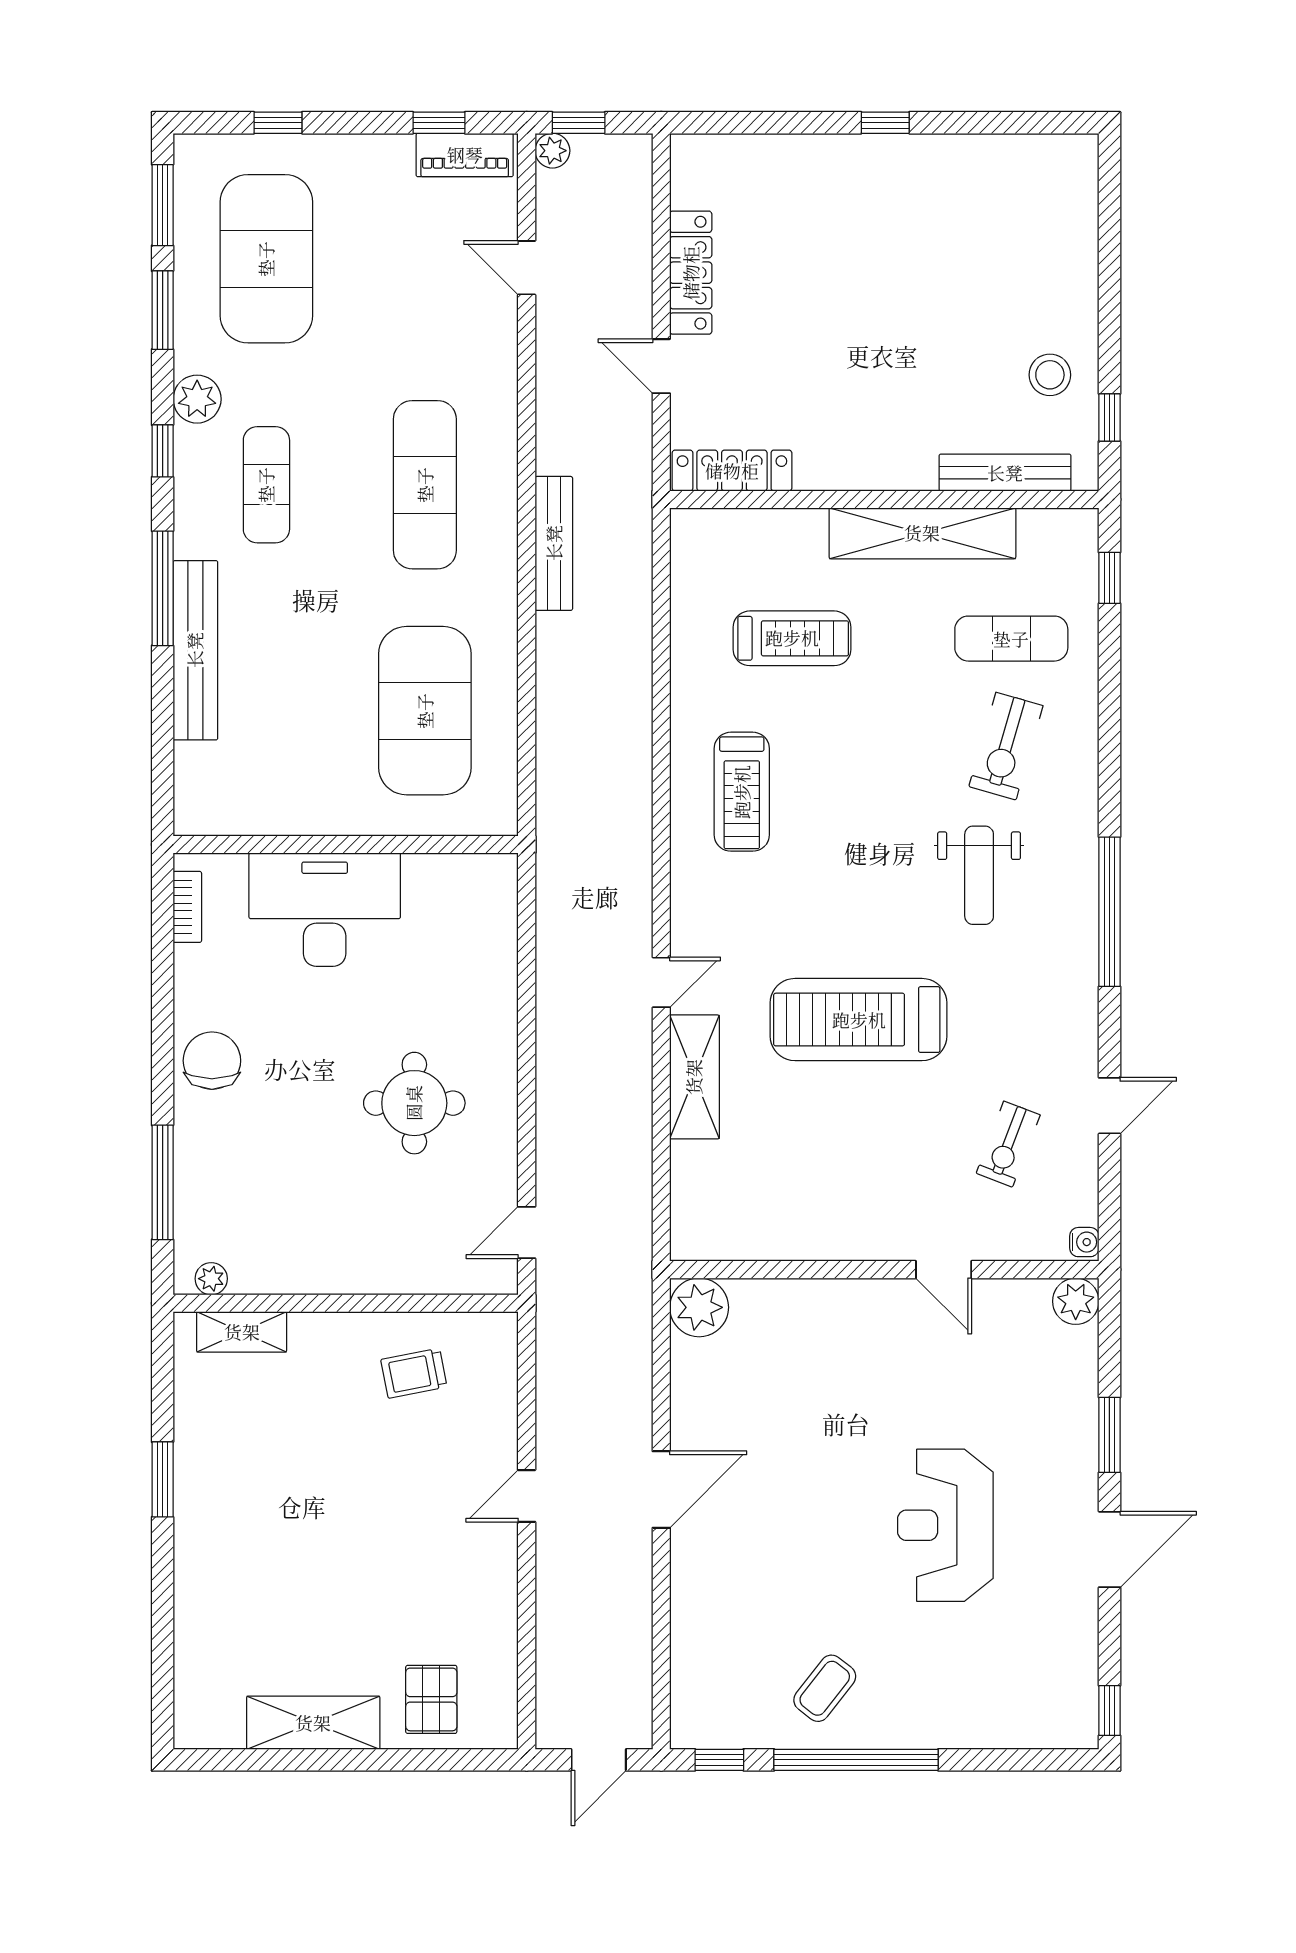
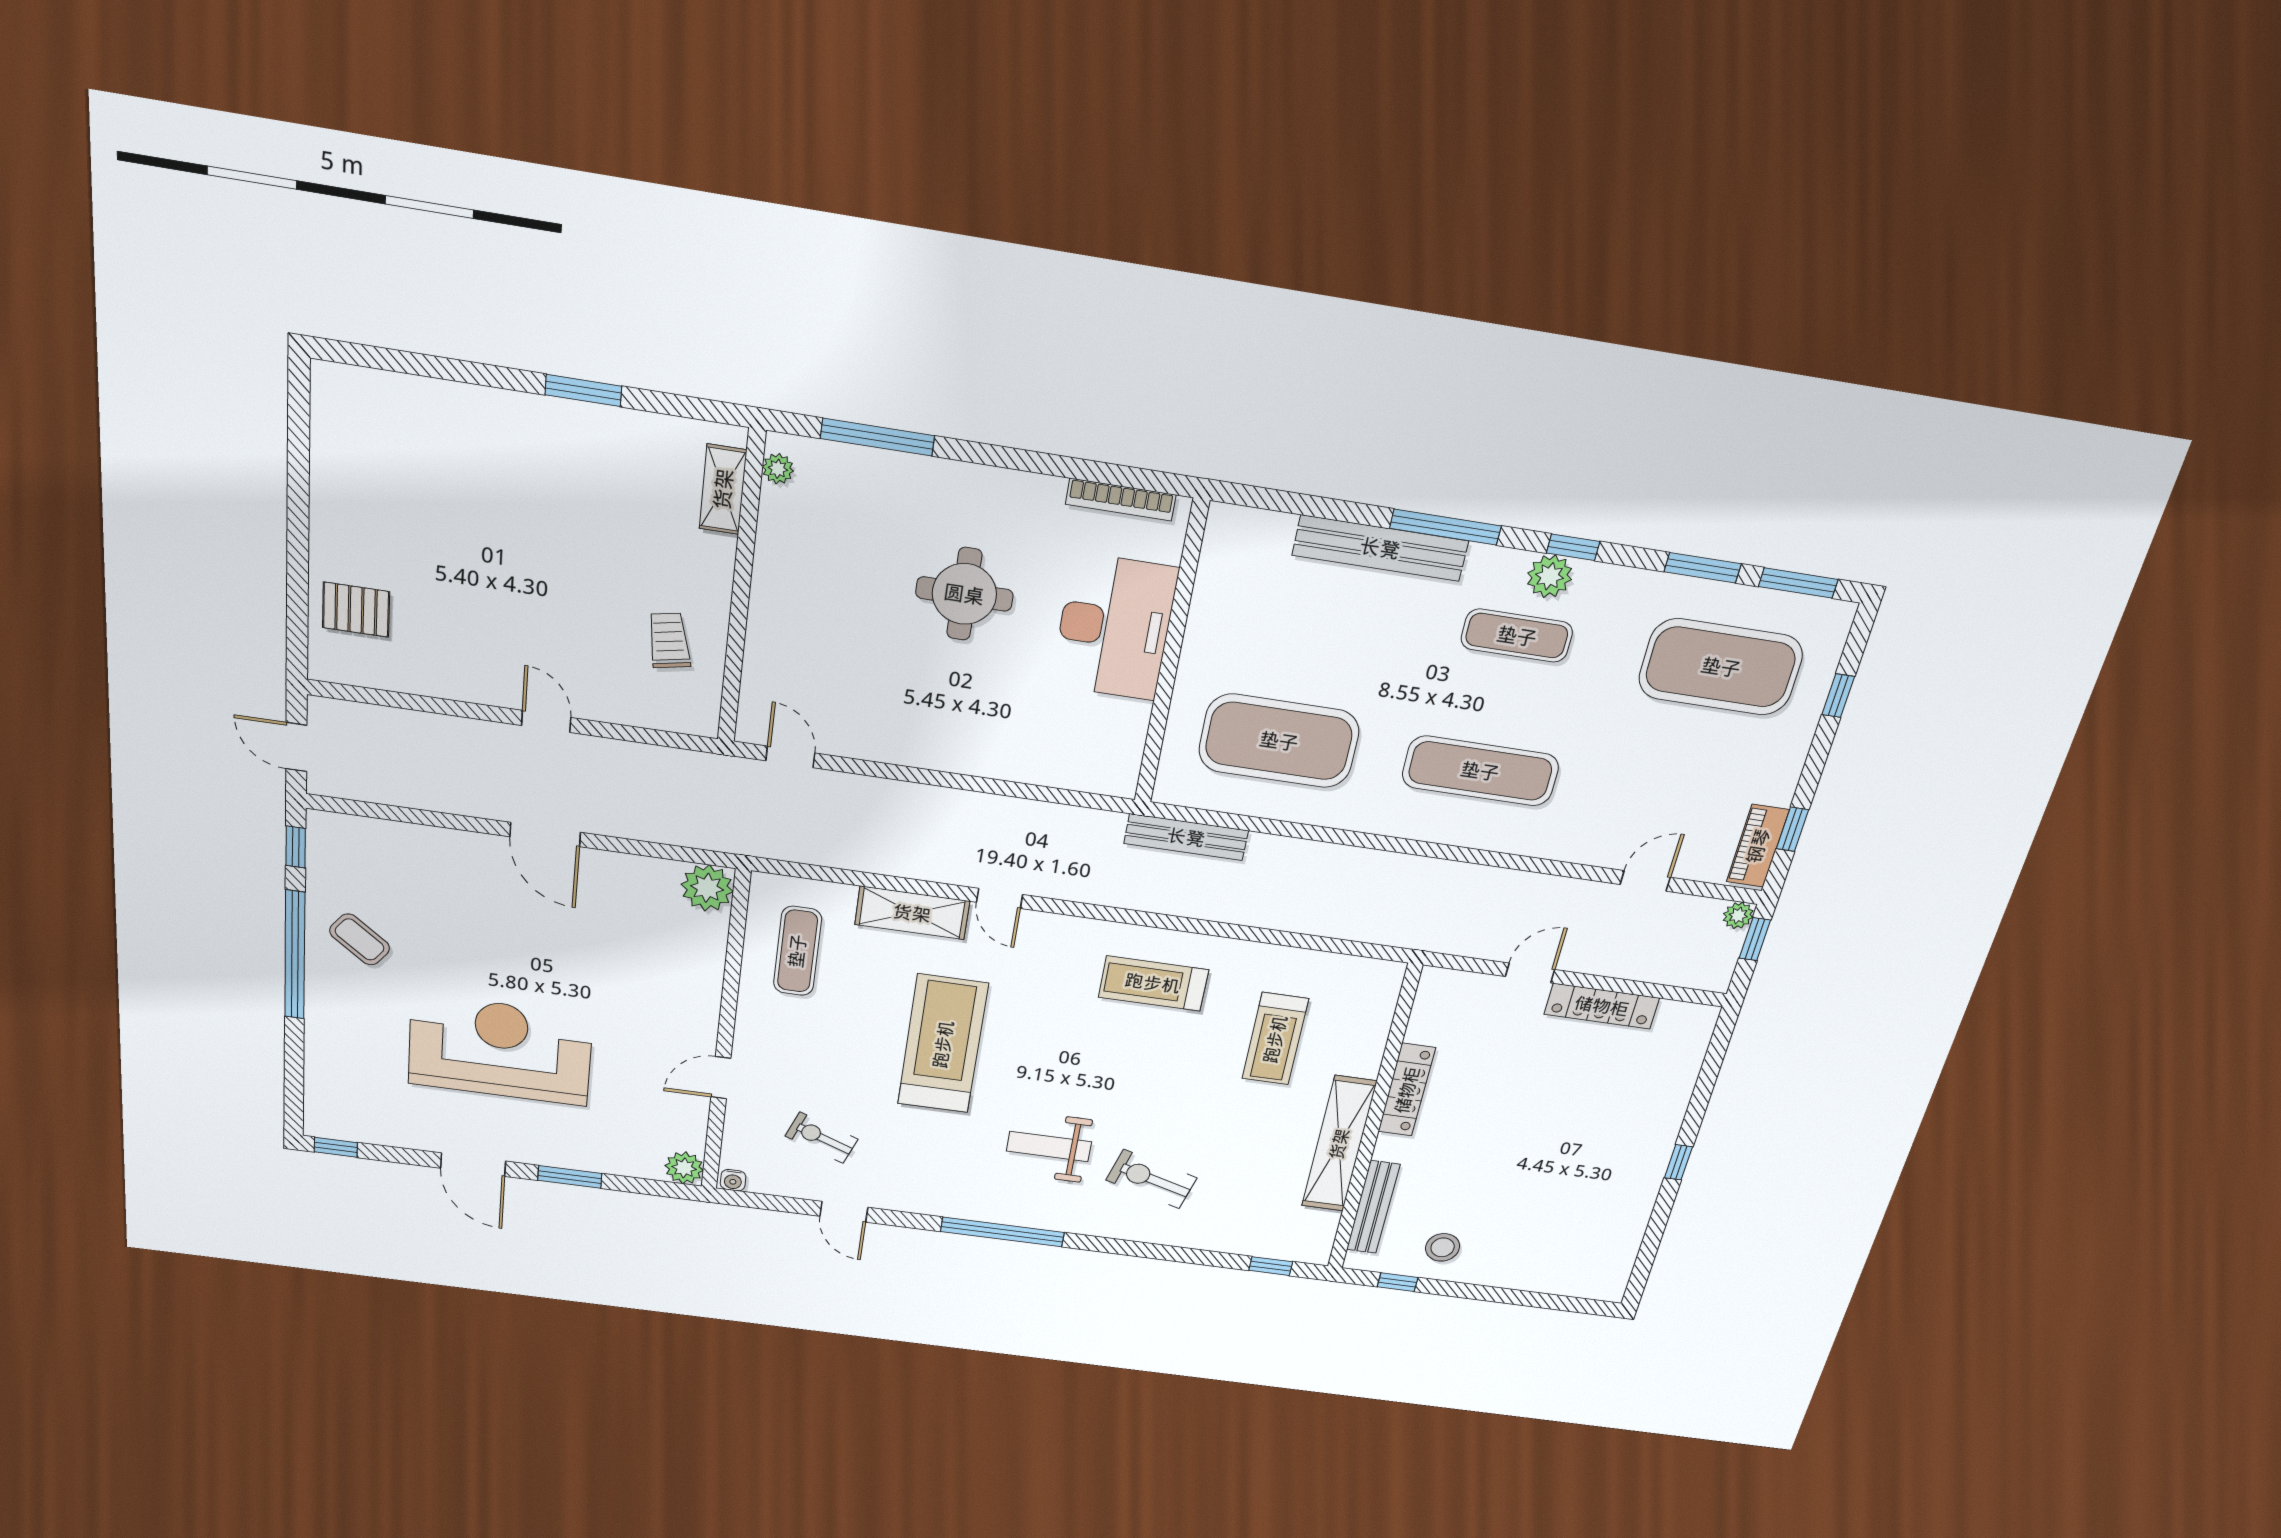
plant: (197, 399) -> (1550, 576), moved
locker: (732, 471) -> (1407, 1090), moved
bench: (554, 543) -> (1186, 837), moved
exercise mat: (1011, 639) -> (797, 951), moved
bookcase: (187, 907) -> (1121, 500), width x1.56
chair: (212, 1061) -> (989, 502), removed
round table: (414, 1103) -> (964, 594), moved
reception desk: (945, 1525) -> (500, 1050), width x1.36, depth x1.30
shelving: (313, 1723) -> (335, 498), removed

